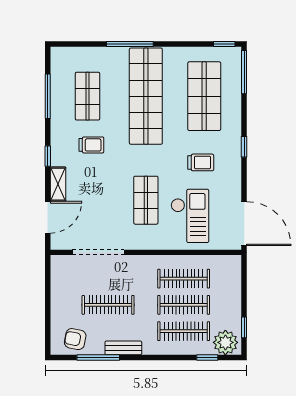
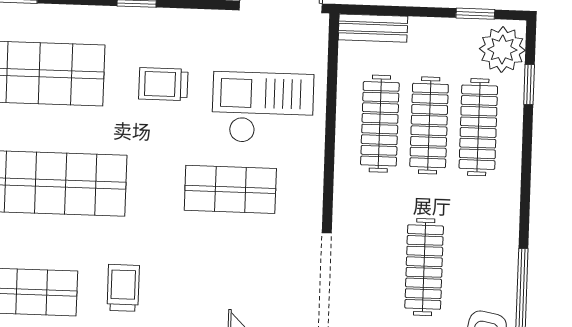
trolley: (201, 162) -> (163, 84), turned -90
bench: (123, 348) -> (373, 28), moved, turned 90

